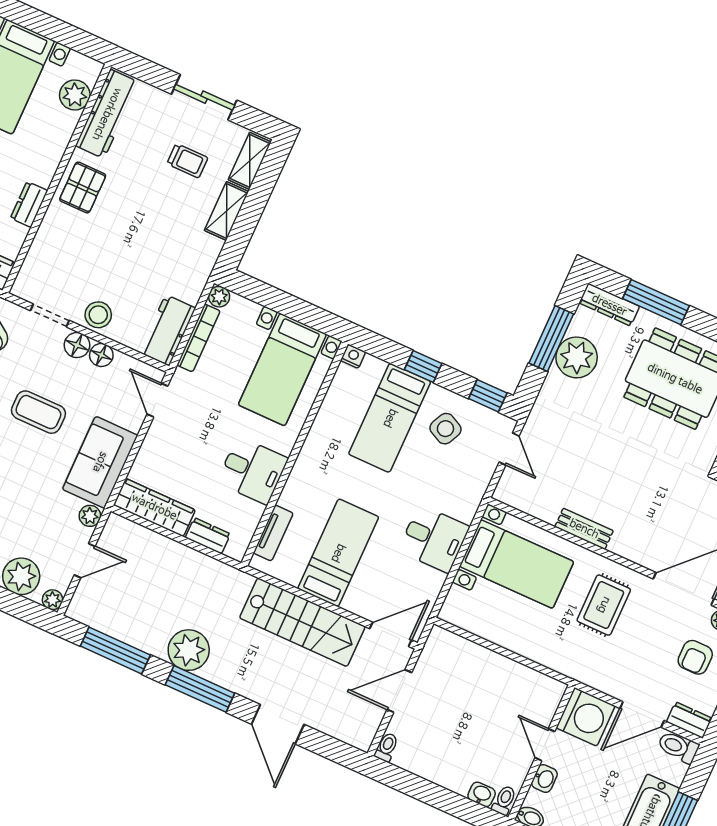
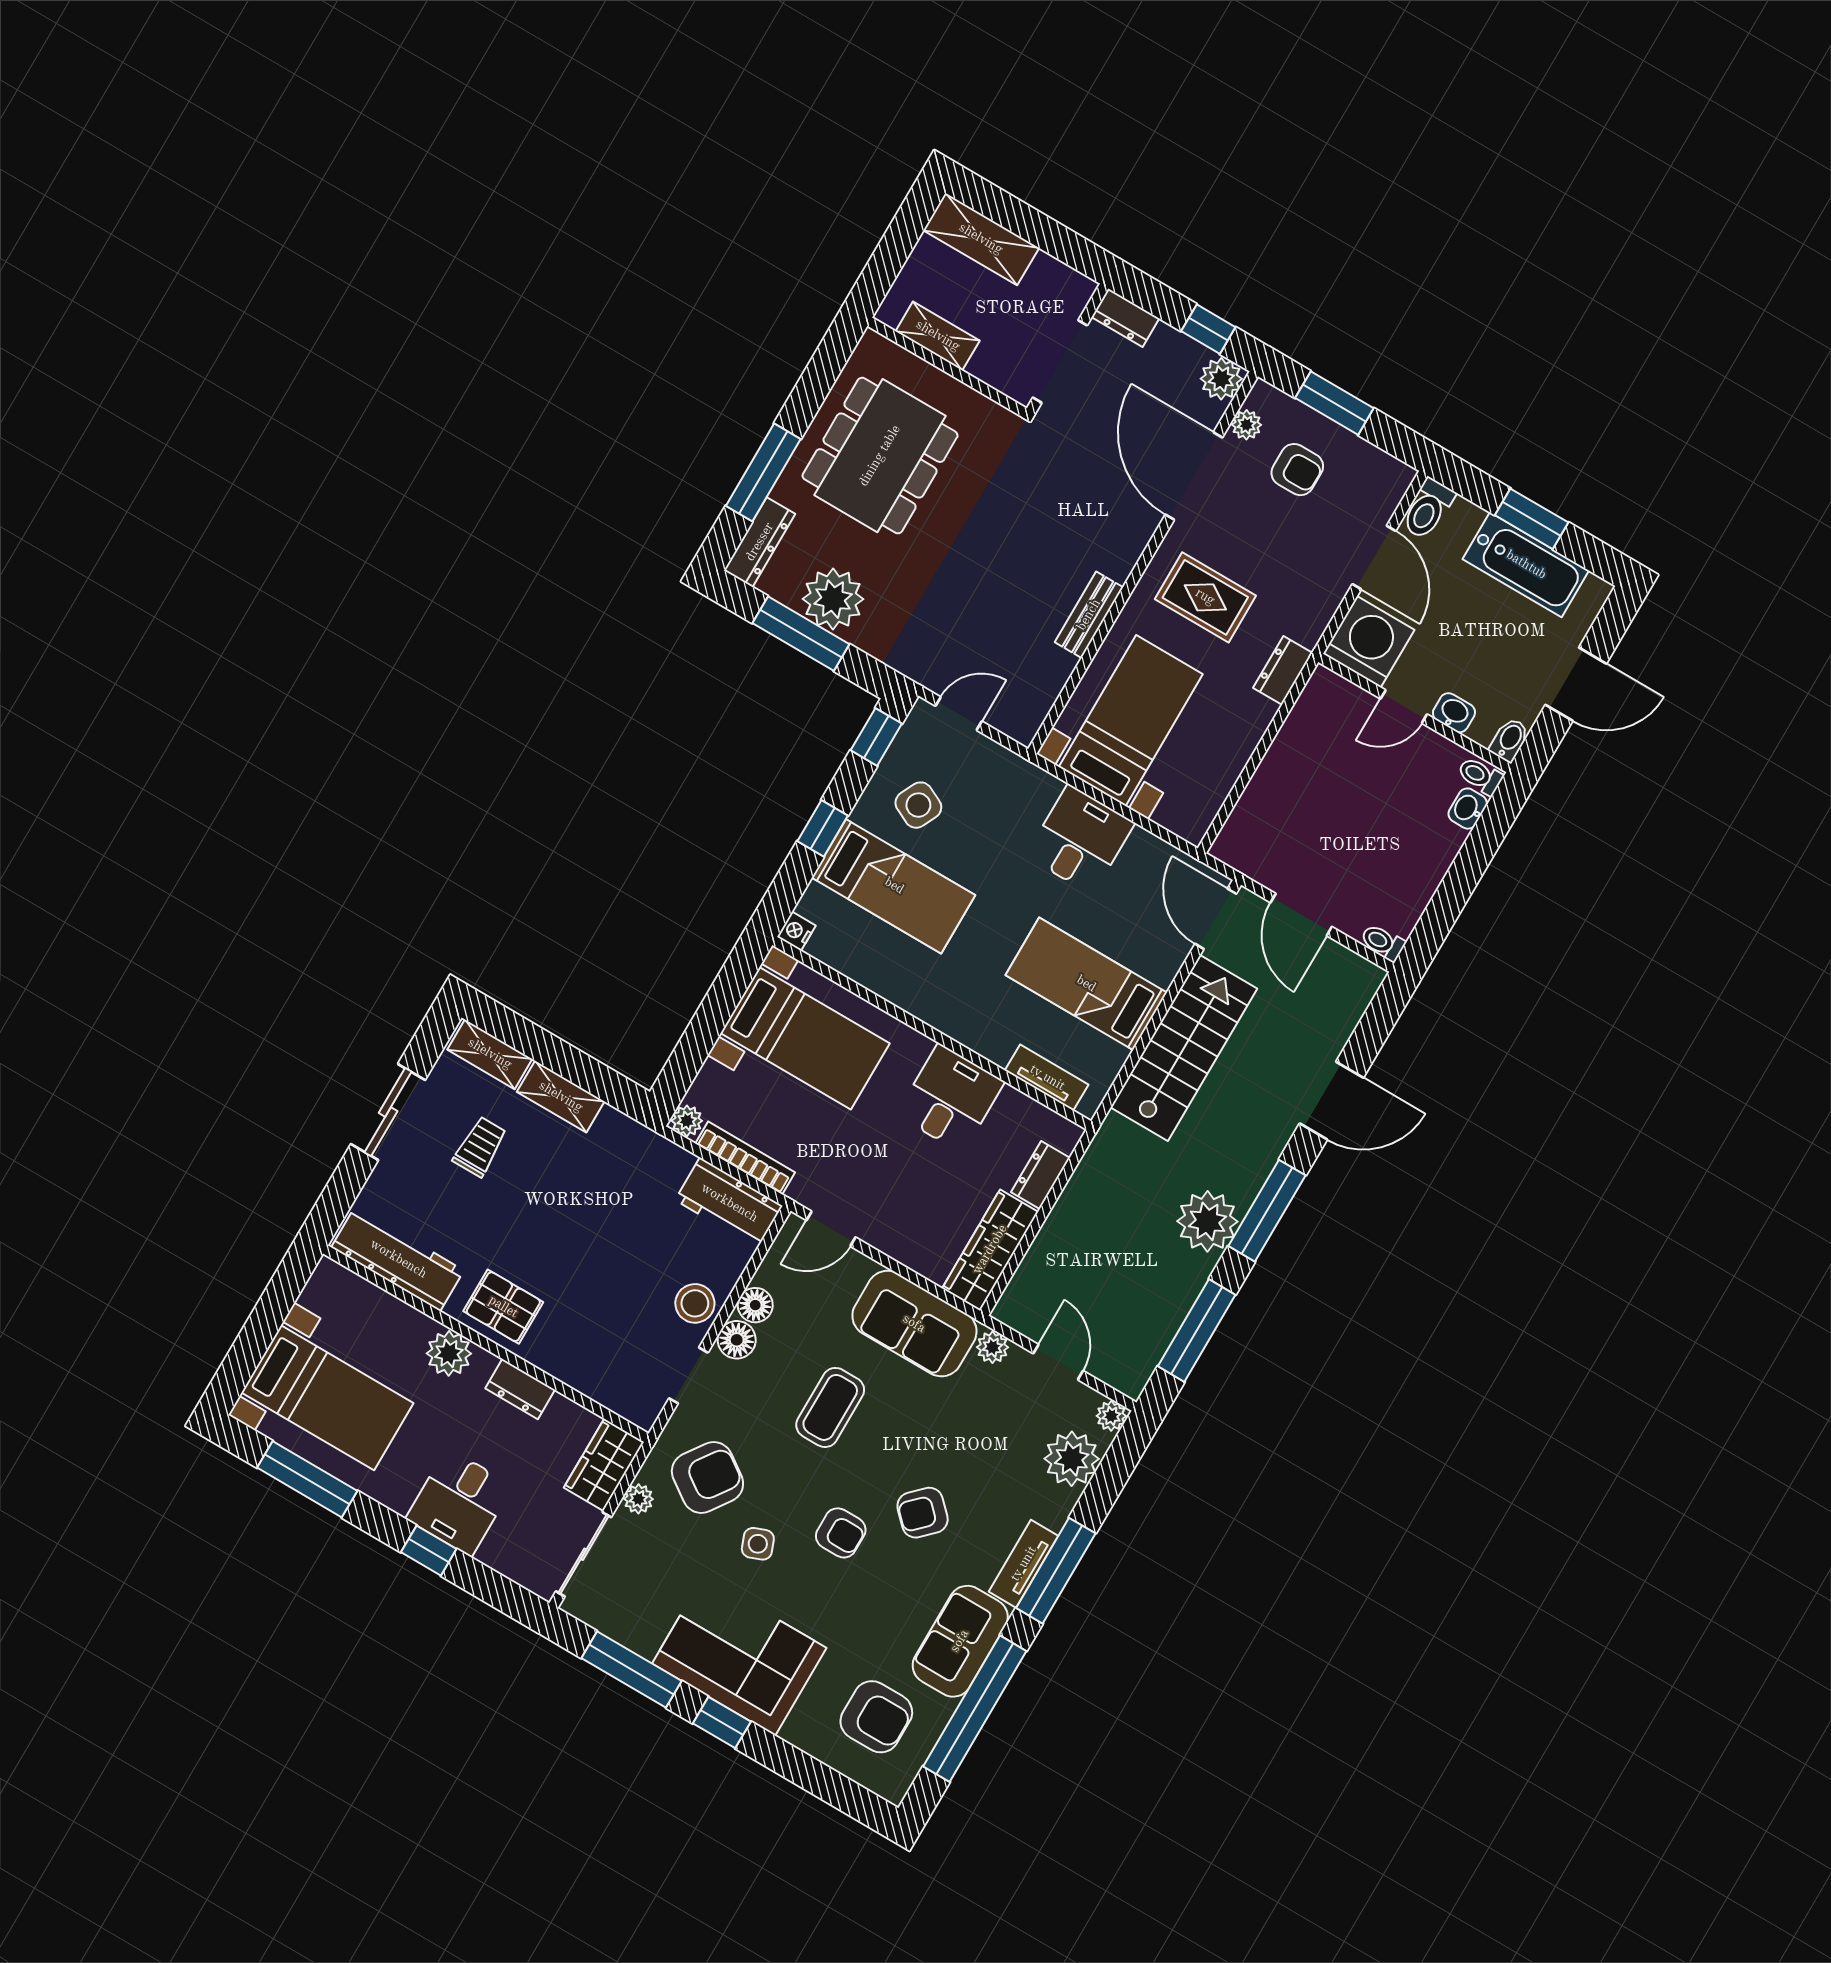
plant: (75, 95) -> (449, 1353), moved
dresser: (689, 720) -> (1283, 670), moved

